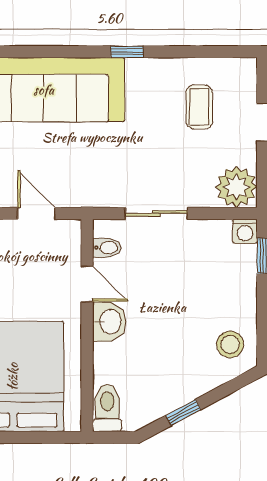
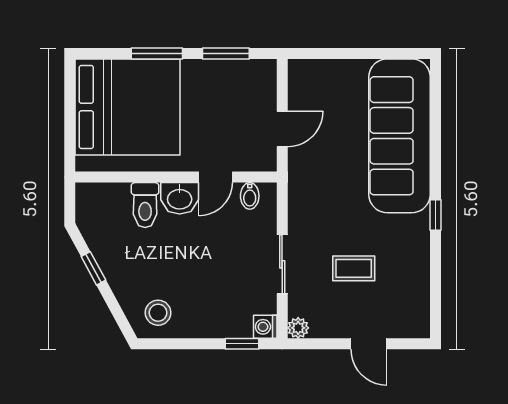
coffee table: (199, 107) -> (354, 268), moved
plant: (236, 187) -> (298, 328), width x0.53, depth x0.53
sliding door: (156, 213) -> (282, 264), moved
toilet: (107, 408) -> (145, 205), moved, turned 90

